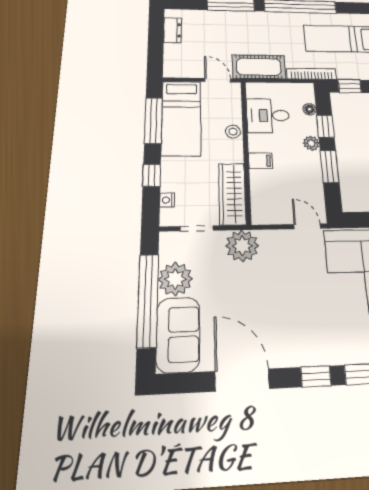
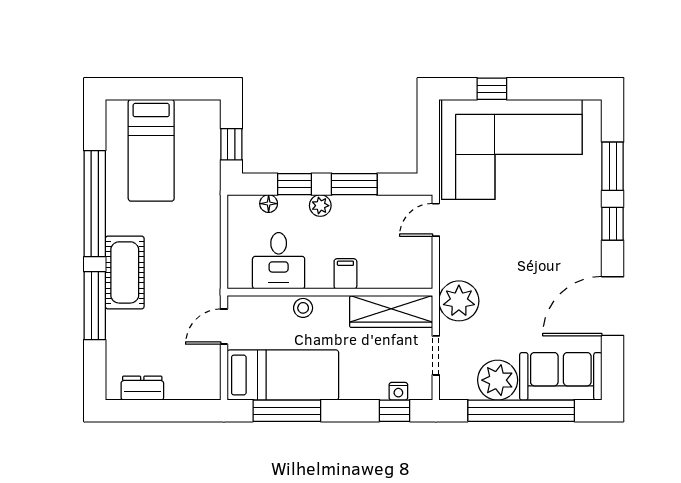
cot: (259, 67) -> (125, 272), moved
bookcase: (312, 74) -> (212, 196), removed
window: (152, 175) -> (395, 411), moved

